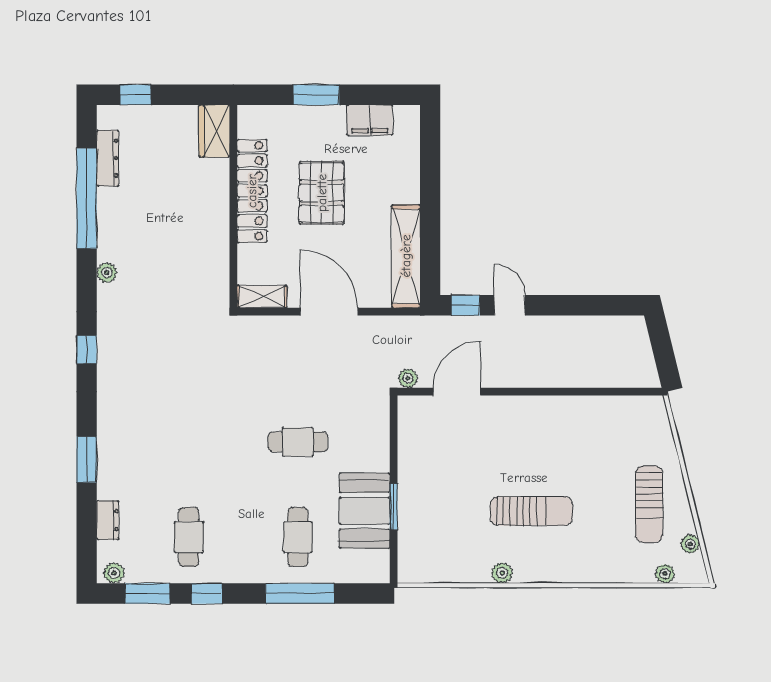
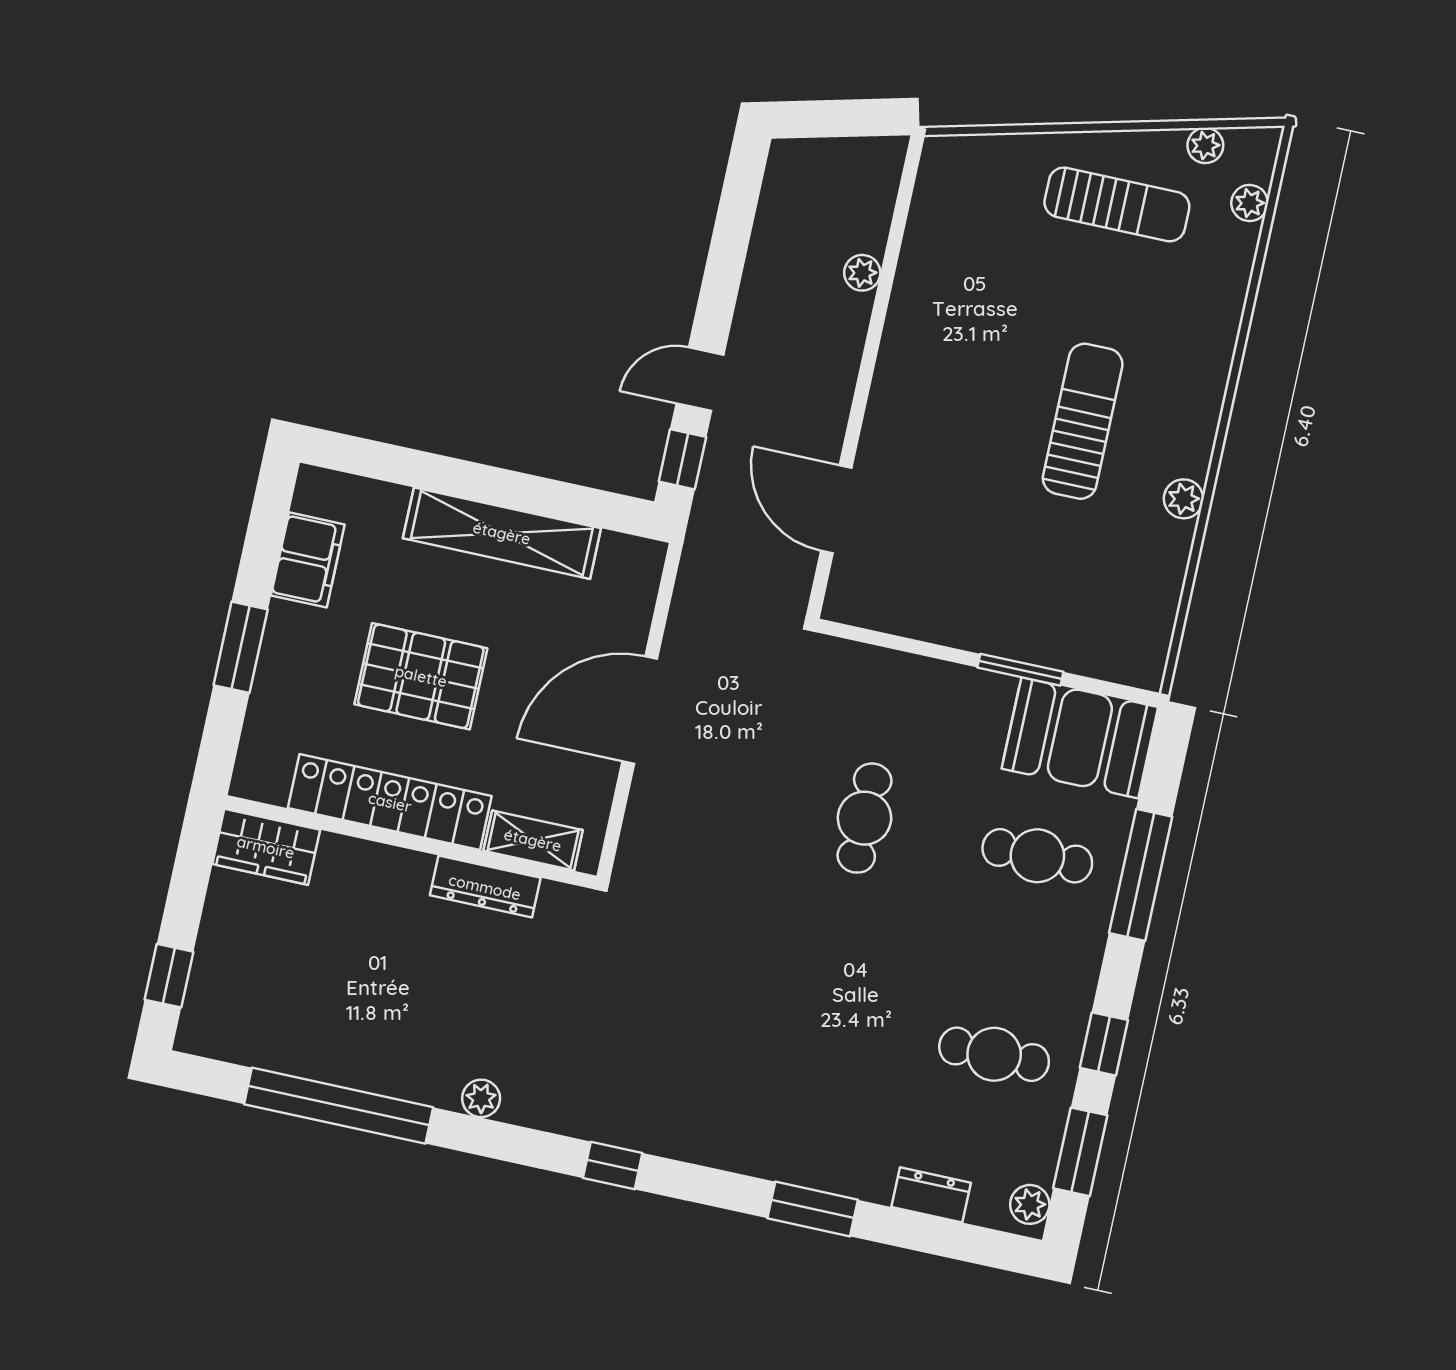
dresser: (108, 158) -> (485, 887), moved, turned 180
shelving: (406, 256) -> (502, 533), moved
shelving: (262, 297) -> (533, 840), moved, turned 90
plant: (408, 378) -> (862, 273), moved
booth: (365, 511) -> (1080, 738), moved

